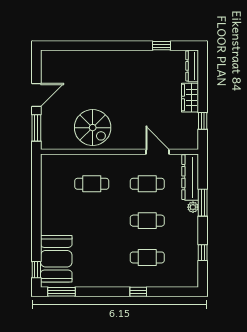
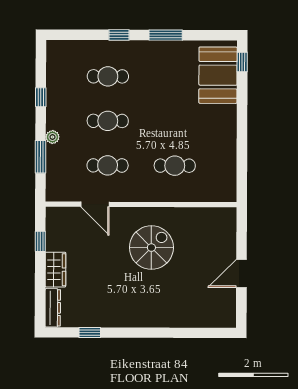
window: (36, 128) -> (242, 233), removed
spiral stairs: (93, 128) -> (151, 248), moved, turned 90
dresser: (190, 177) -> (56, 173), removed
window: (203, 203) -> (41, 157), moved
window: (203, 253) -> (41, 97), moved
window: (61, 292) -> (166, 35), moved

